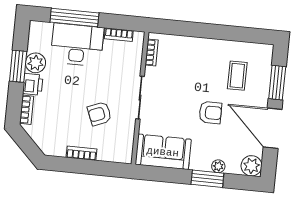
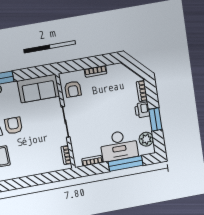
plant: (36, 63) -> (146, 139), moved
armchair: (210, 113) -> (13, 126), turned 90
armchair: (99, 114) -> (73, 89), moved, turned 112

